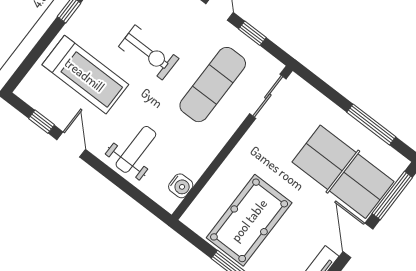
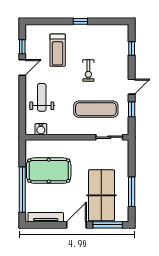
exercise bike: (149, 52) -> (88, 70), width x0.73, depth x0.72
treadmill: (85, 75) -> (58, 50), width x0.73, depth x0.73
weight bench: (136, 149) -> (42, 97), turned -90

